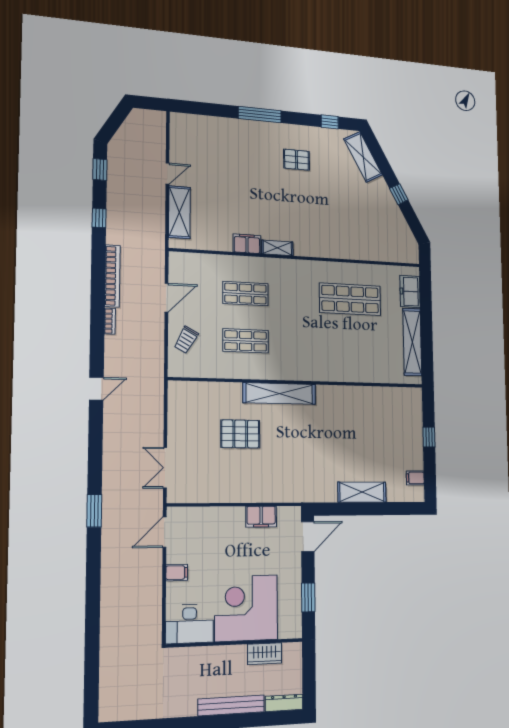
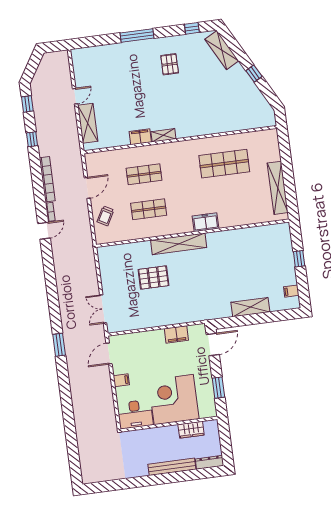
pallet: (297, 160) -> (170, 64), turned 90
freezer: (410, 292) -> (206, 222), moved, turned 90
door: (96, 389) -> (44, 231), moved

